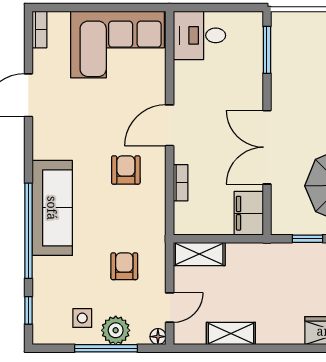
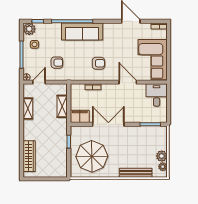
door: (170, 125) -> (128, 82), moved
shelving: (199, 254) -> (62, 106), moved
door: (170, 308) -> (39, 82), swing flipped
plant: (116, 330) -> (29, 29), moved

